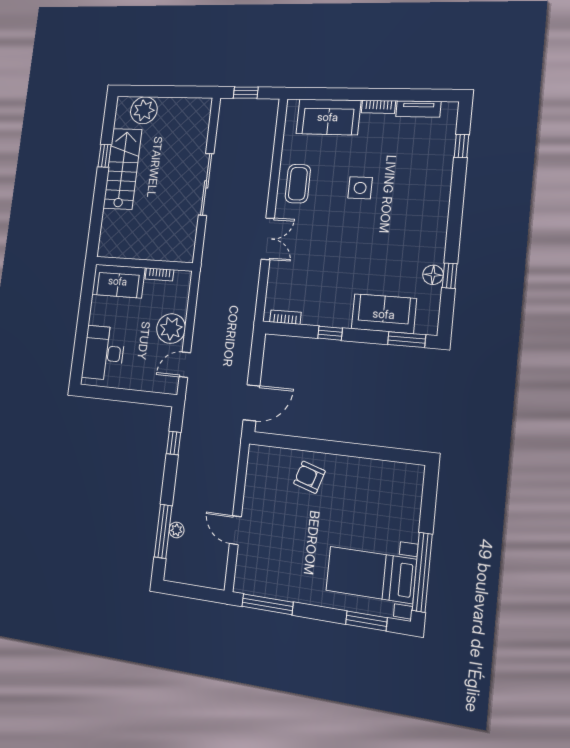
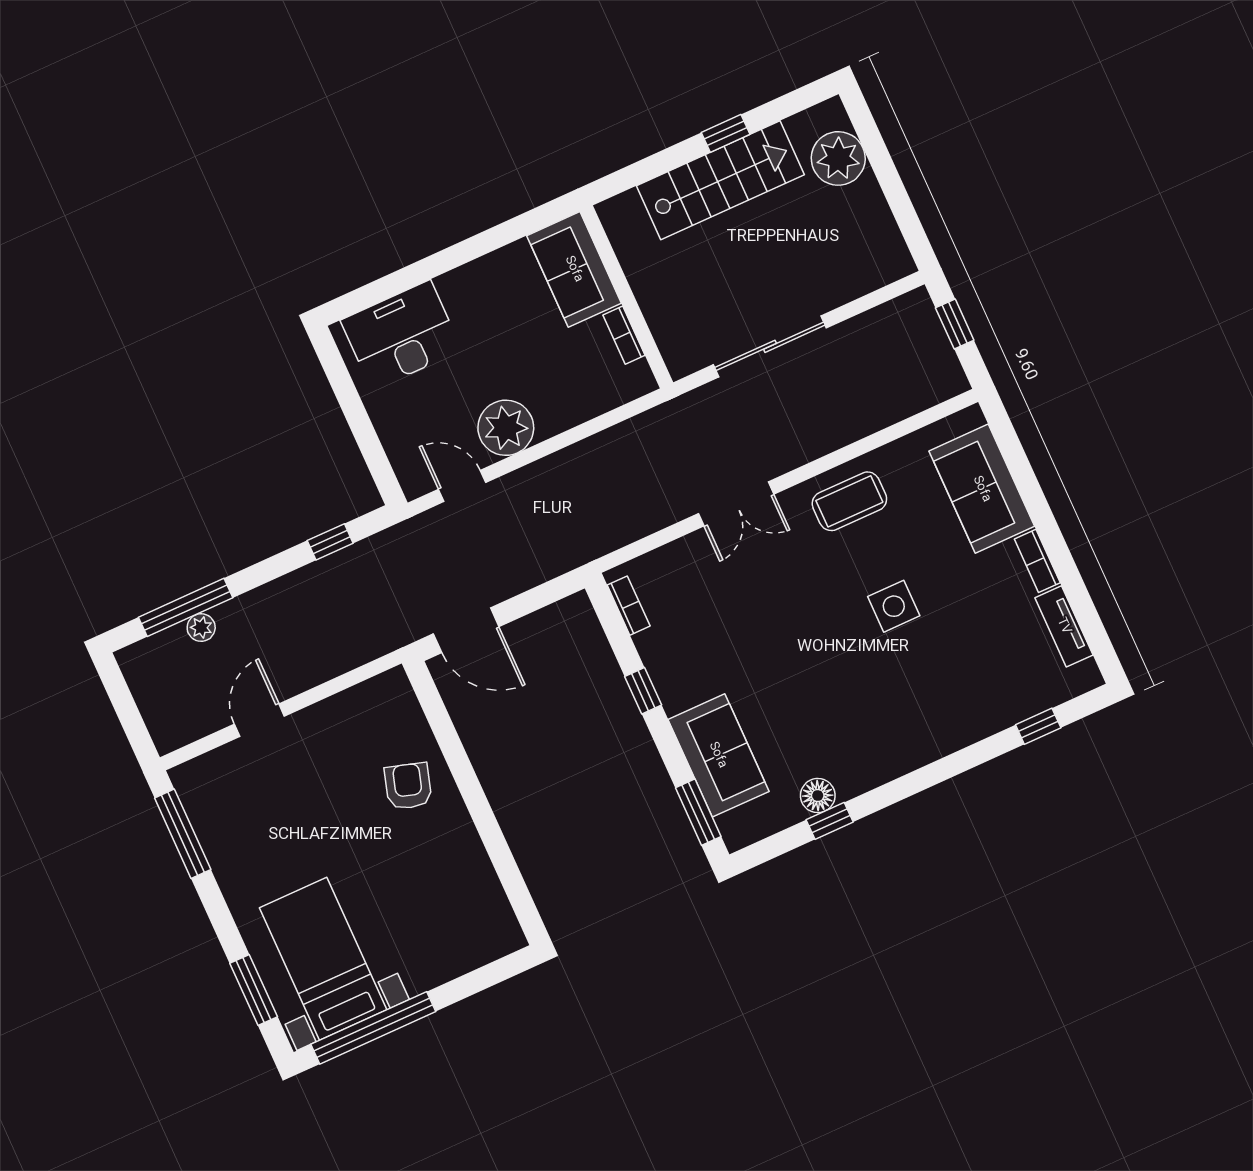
wall: (144, 264) -> (626, 297), moved
bookcase: (159, 274) -> (624, 335), moved
sofa: (118, 281) -> (574, 269), moved

